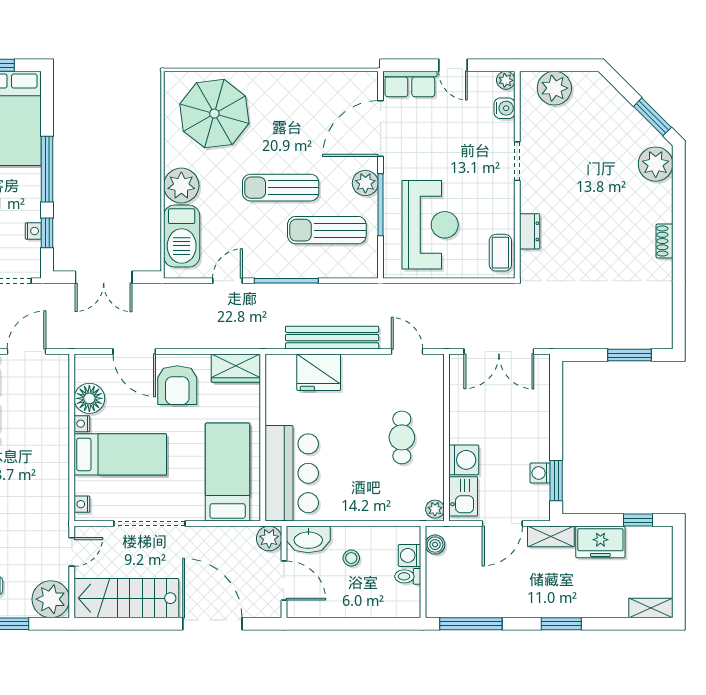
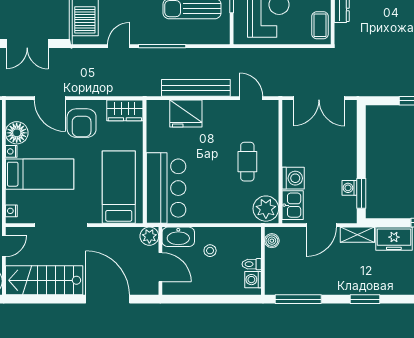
plant: (435, 509) -> (266, 209), width x1.87, depth x1.87
washing machine: (410, 555) -> (253, 280), moved

